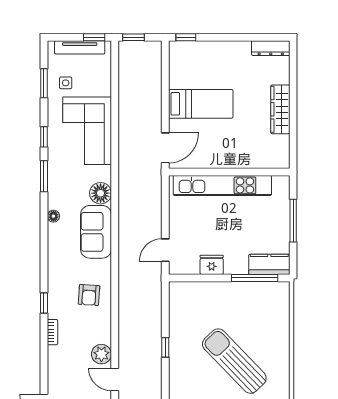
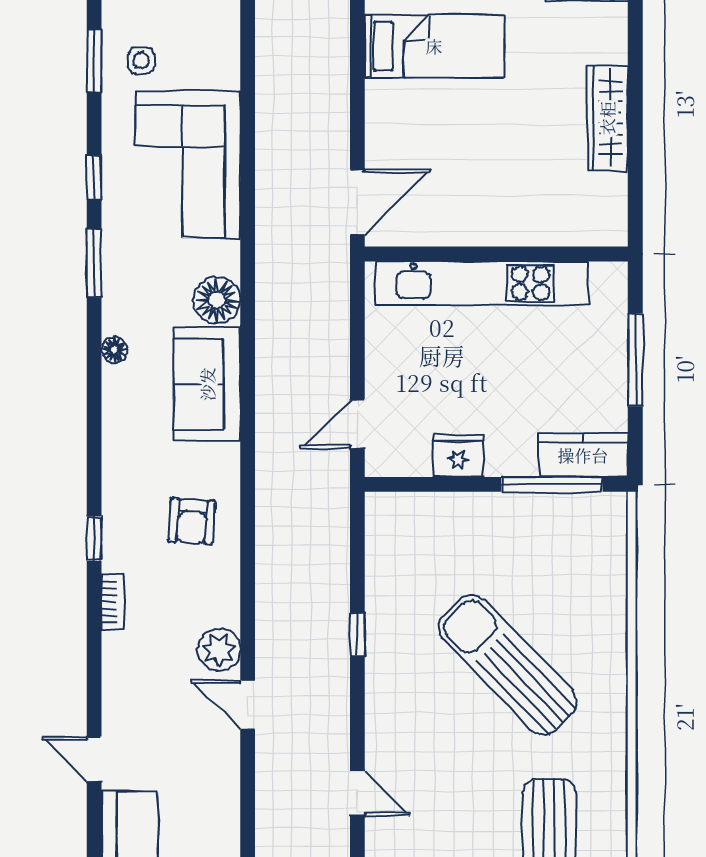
bed: (201, 104) -> (434, 46), moved

